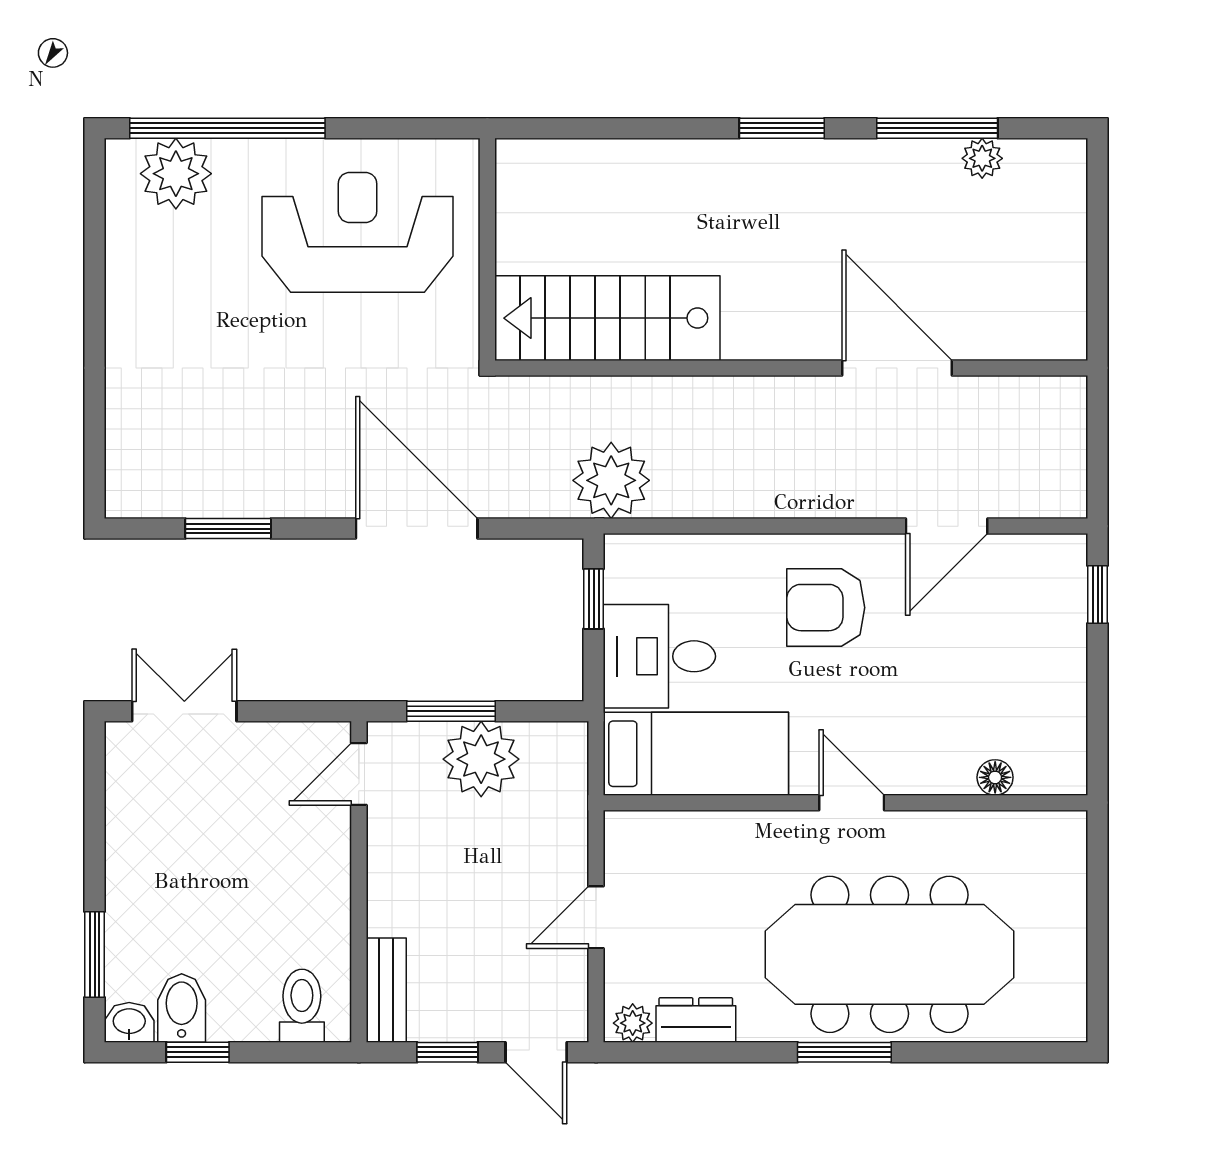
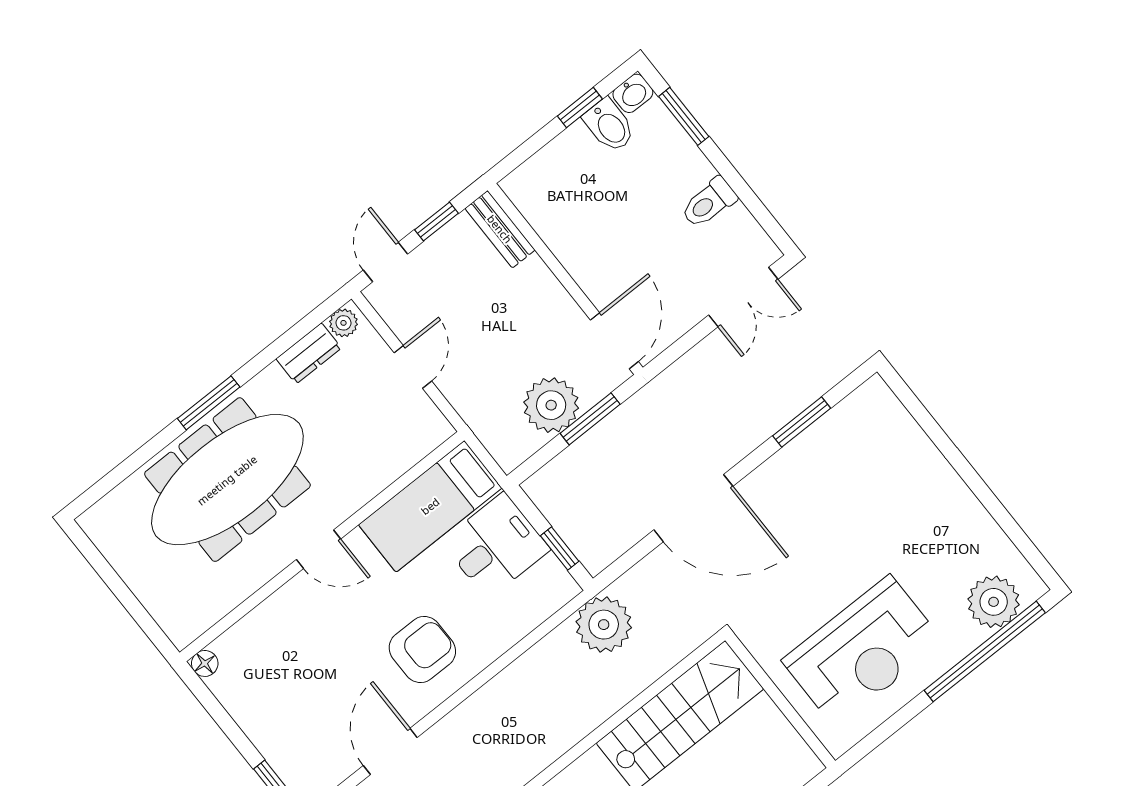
door: (359, 774) -> (614, 341), width x1.38
floor lamp: (995, 777) -> (205, 663), moved
toilet: (302, 1006) -> (709, 203), moved, turned 90
door: (536, 1052) -> (386, 262), hinge flipped

